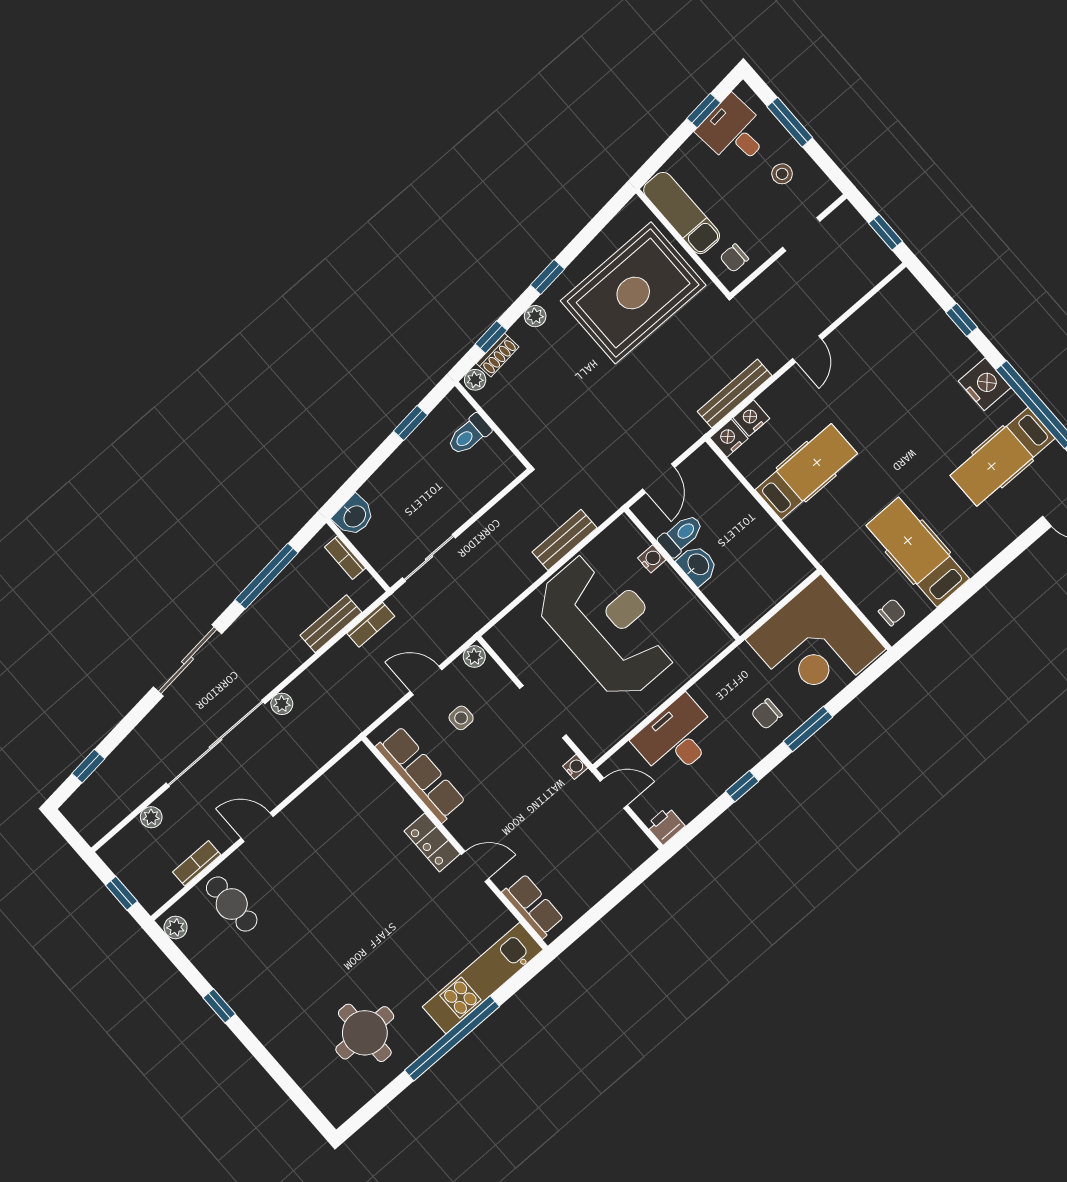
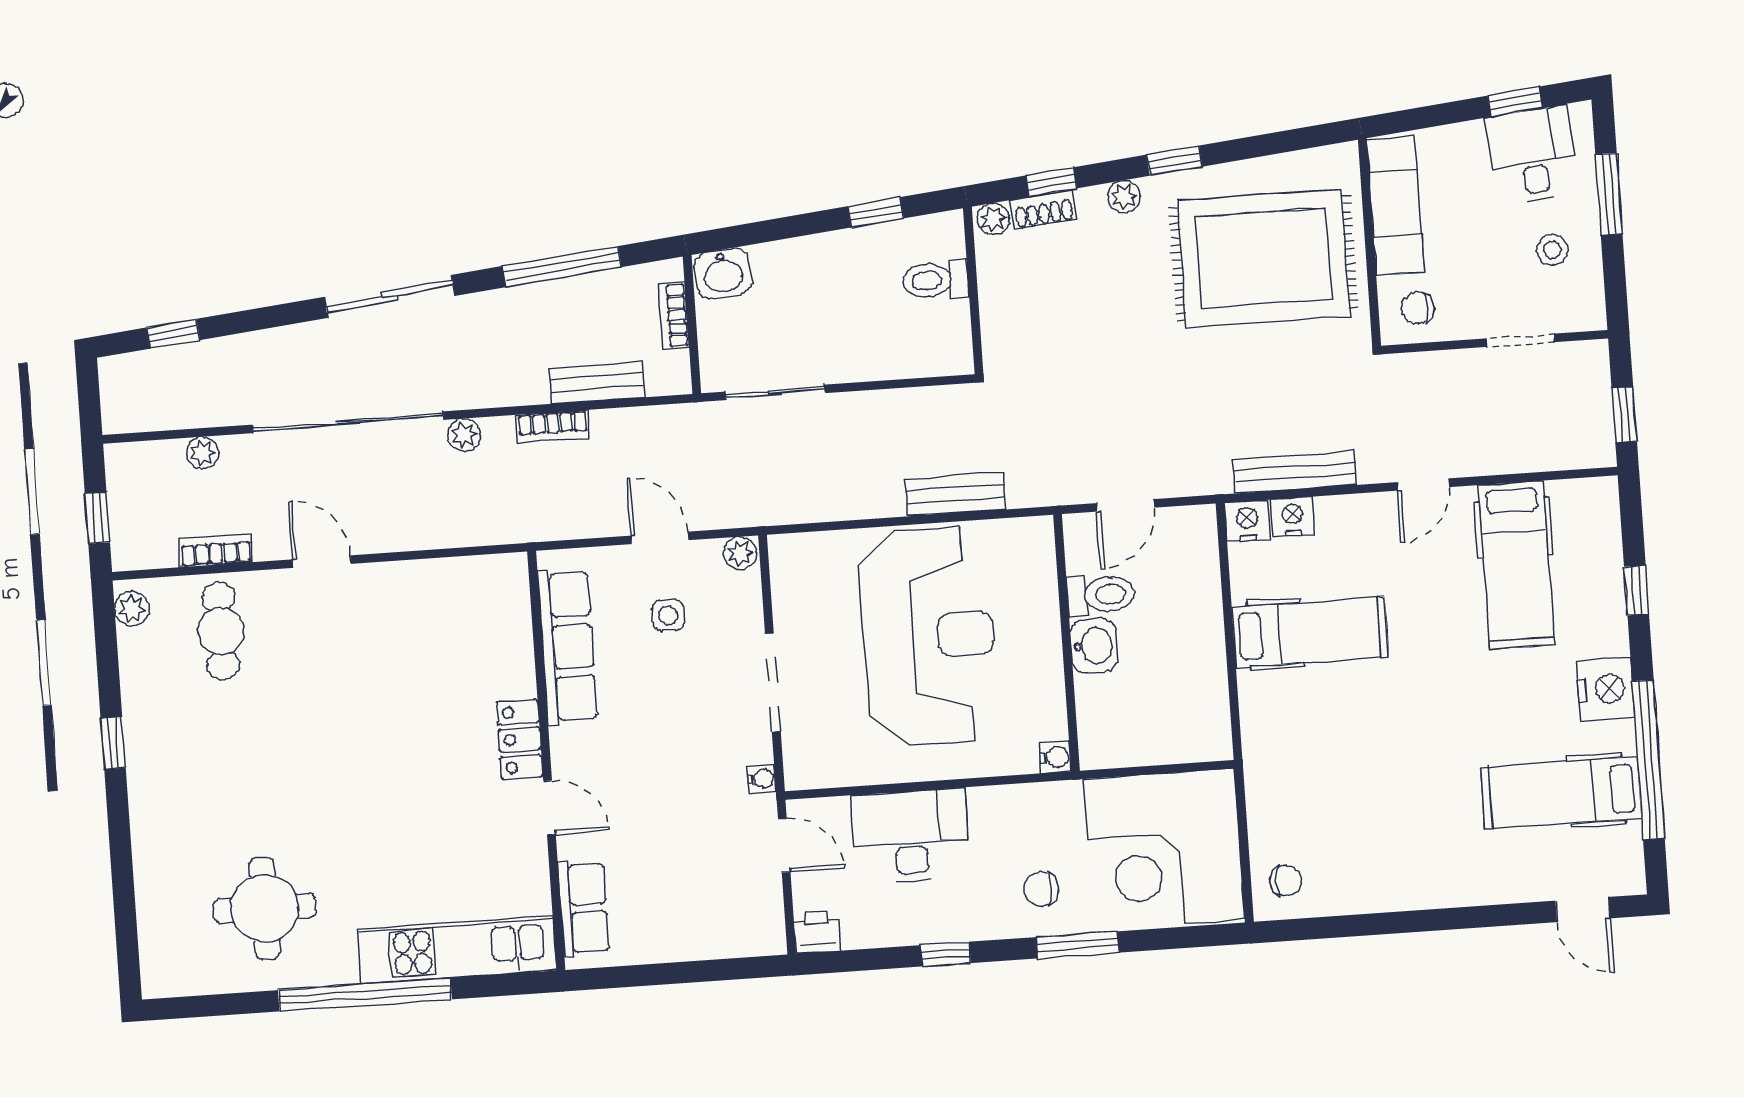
hospital bed: (918, 552) -> (1516, 565), moved, turned 180
water cooler: (652, 559) -> (1055, 757), moved
bookcase: (371, 625) -> (553, 427), moved

